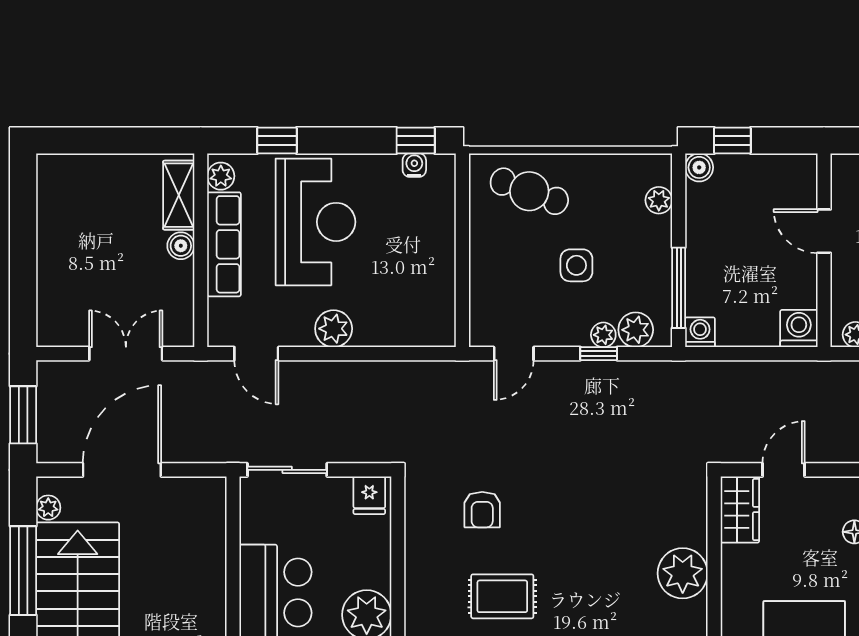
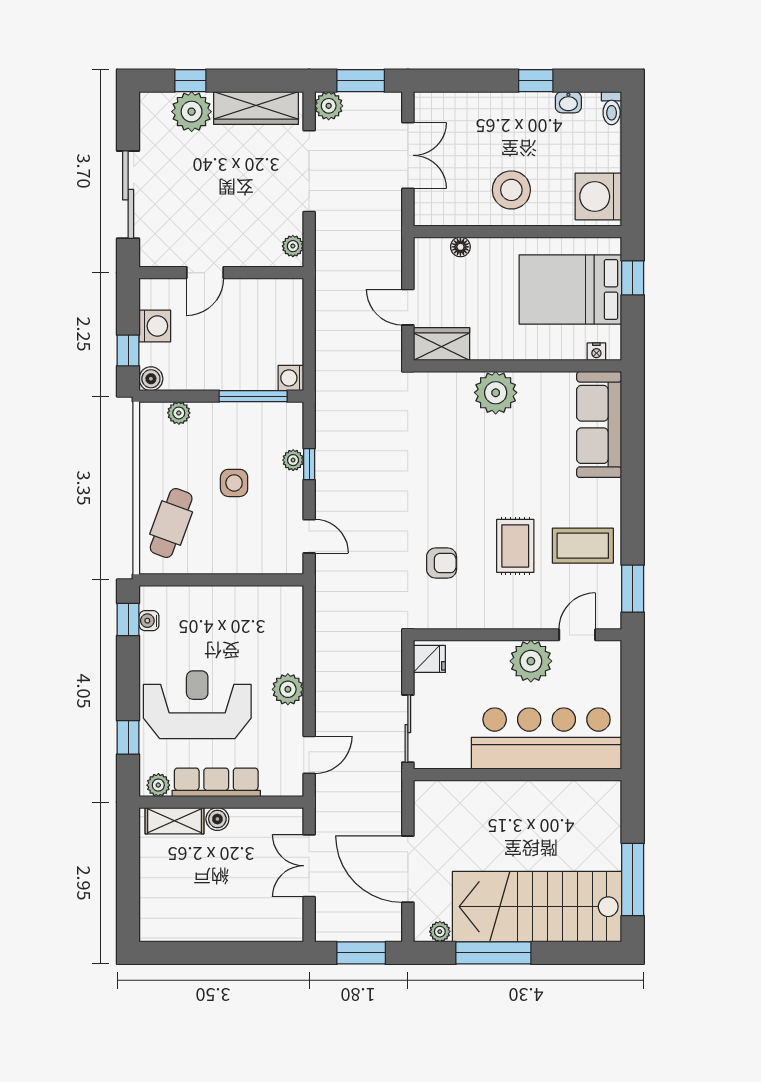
washing machine: (799, 329) -> (155, 326), moved, turned 180
plant: (636, 330) -> (289, 433), removed

